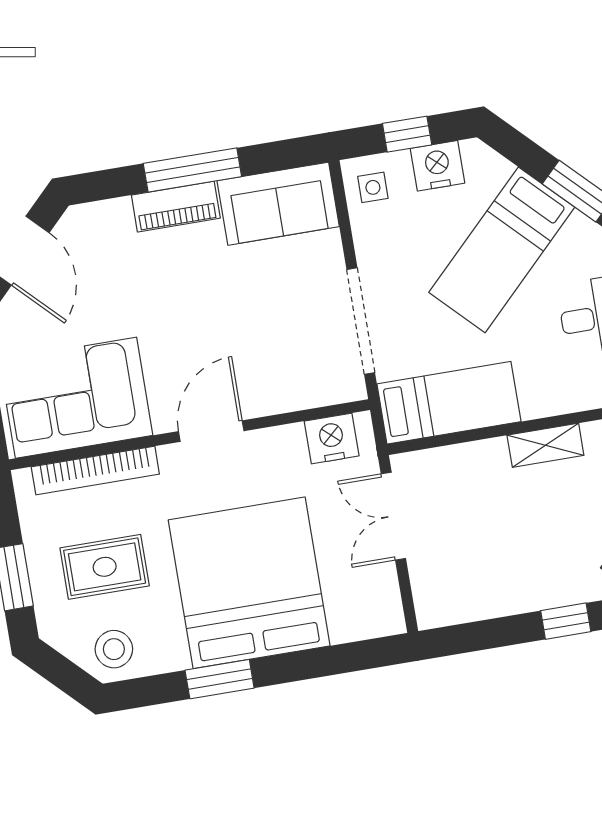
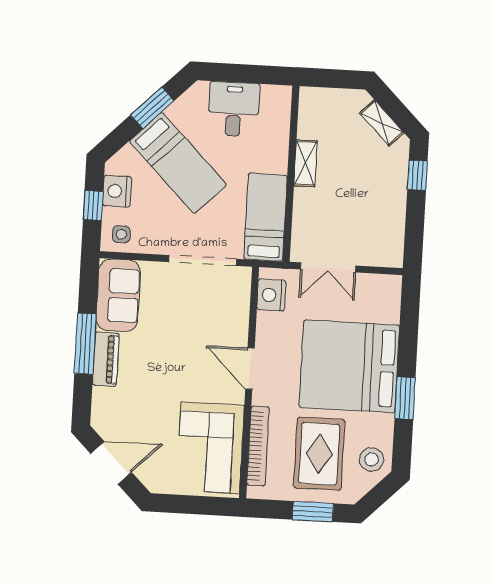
rug: (105, 567) -> (319, 454), width x1.36, depth x1.43

